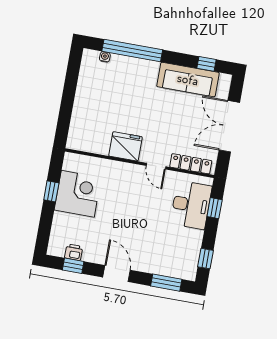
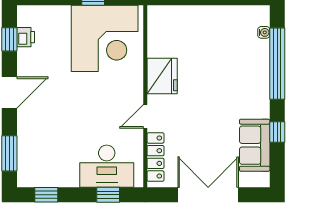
window: (206, 64) -> (277, 132), moved
sofa: (188, 80) -> (255, 145), width x0.73
corner desk: (78, 194) -> (105, 38), width x1.36, depth x1.36

